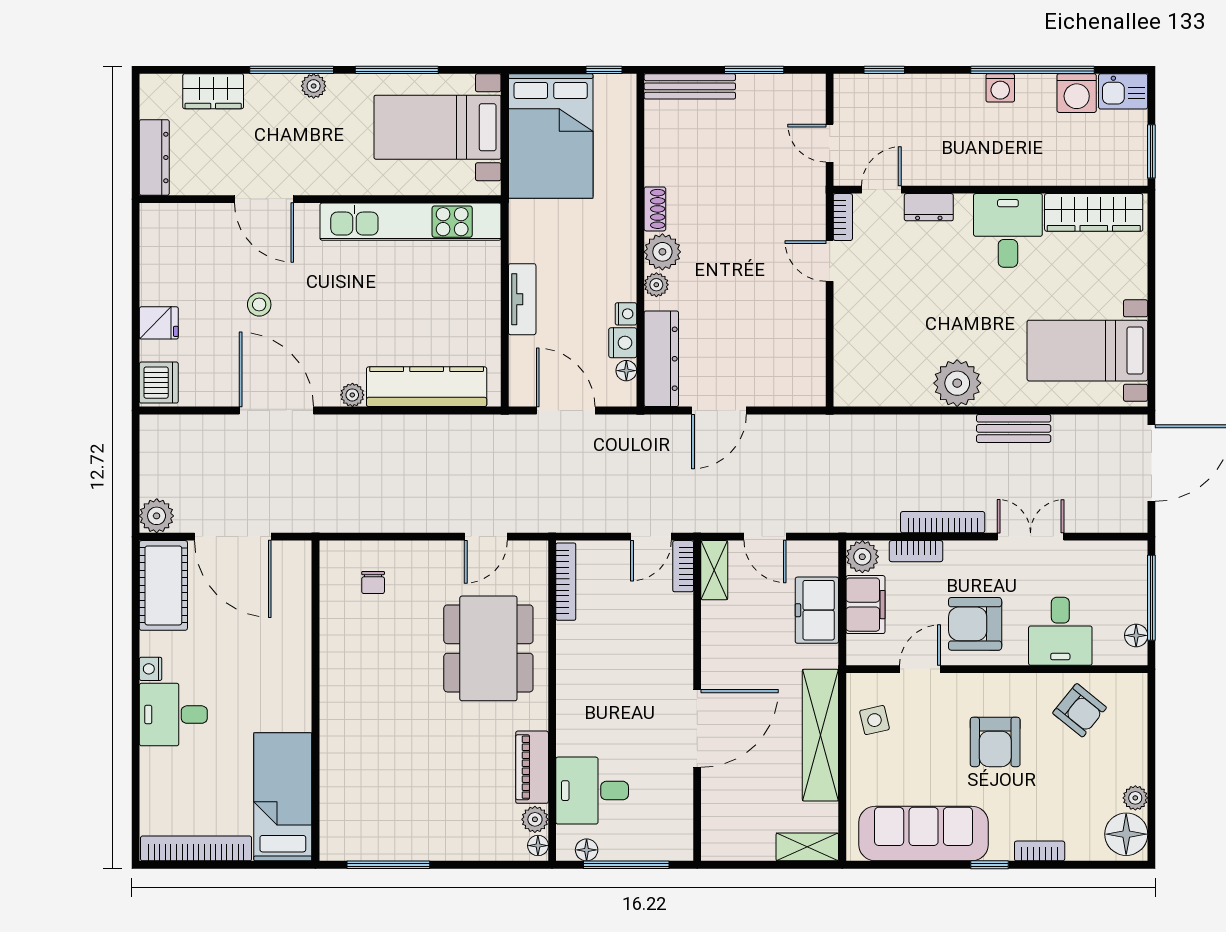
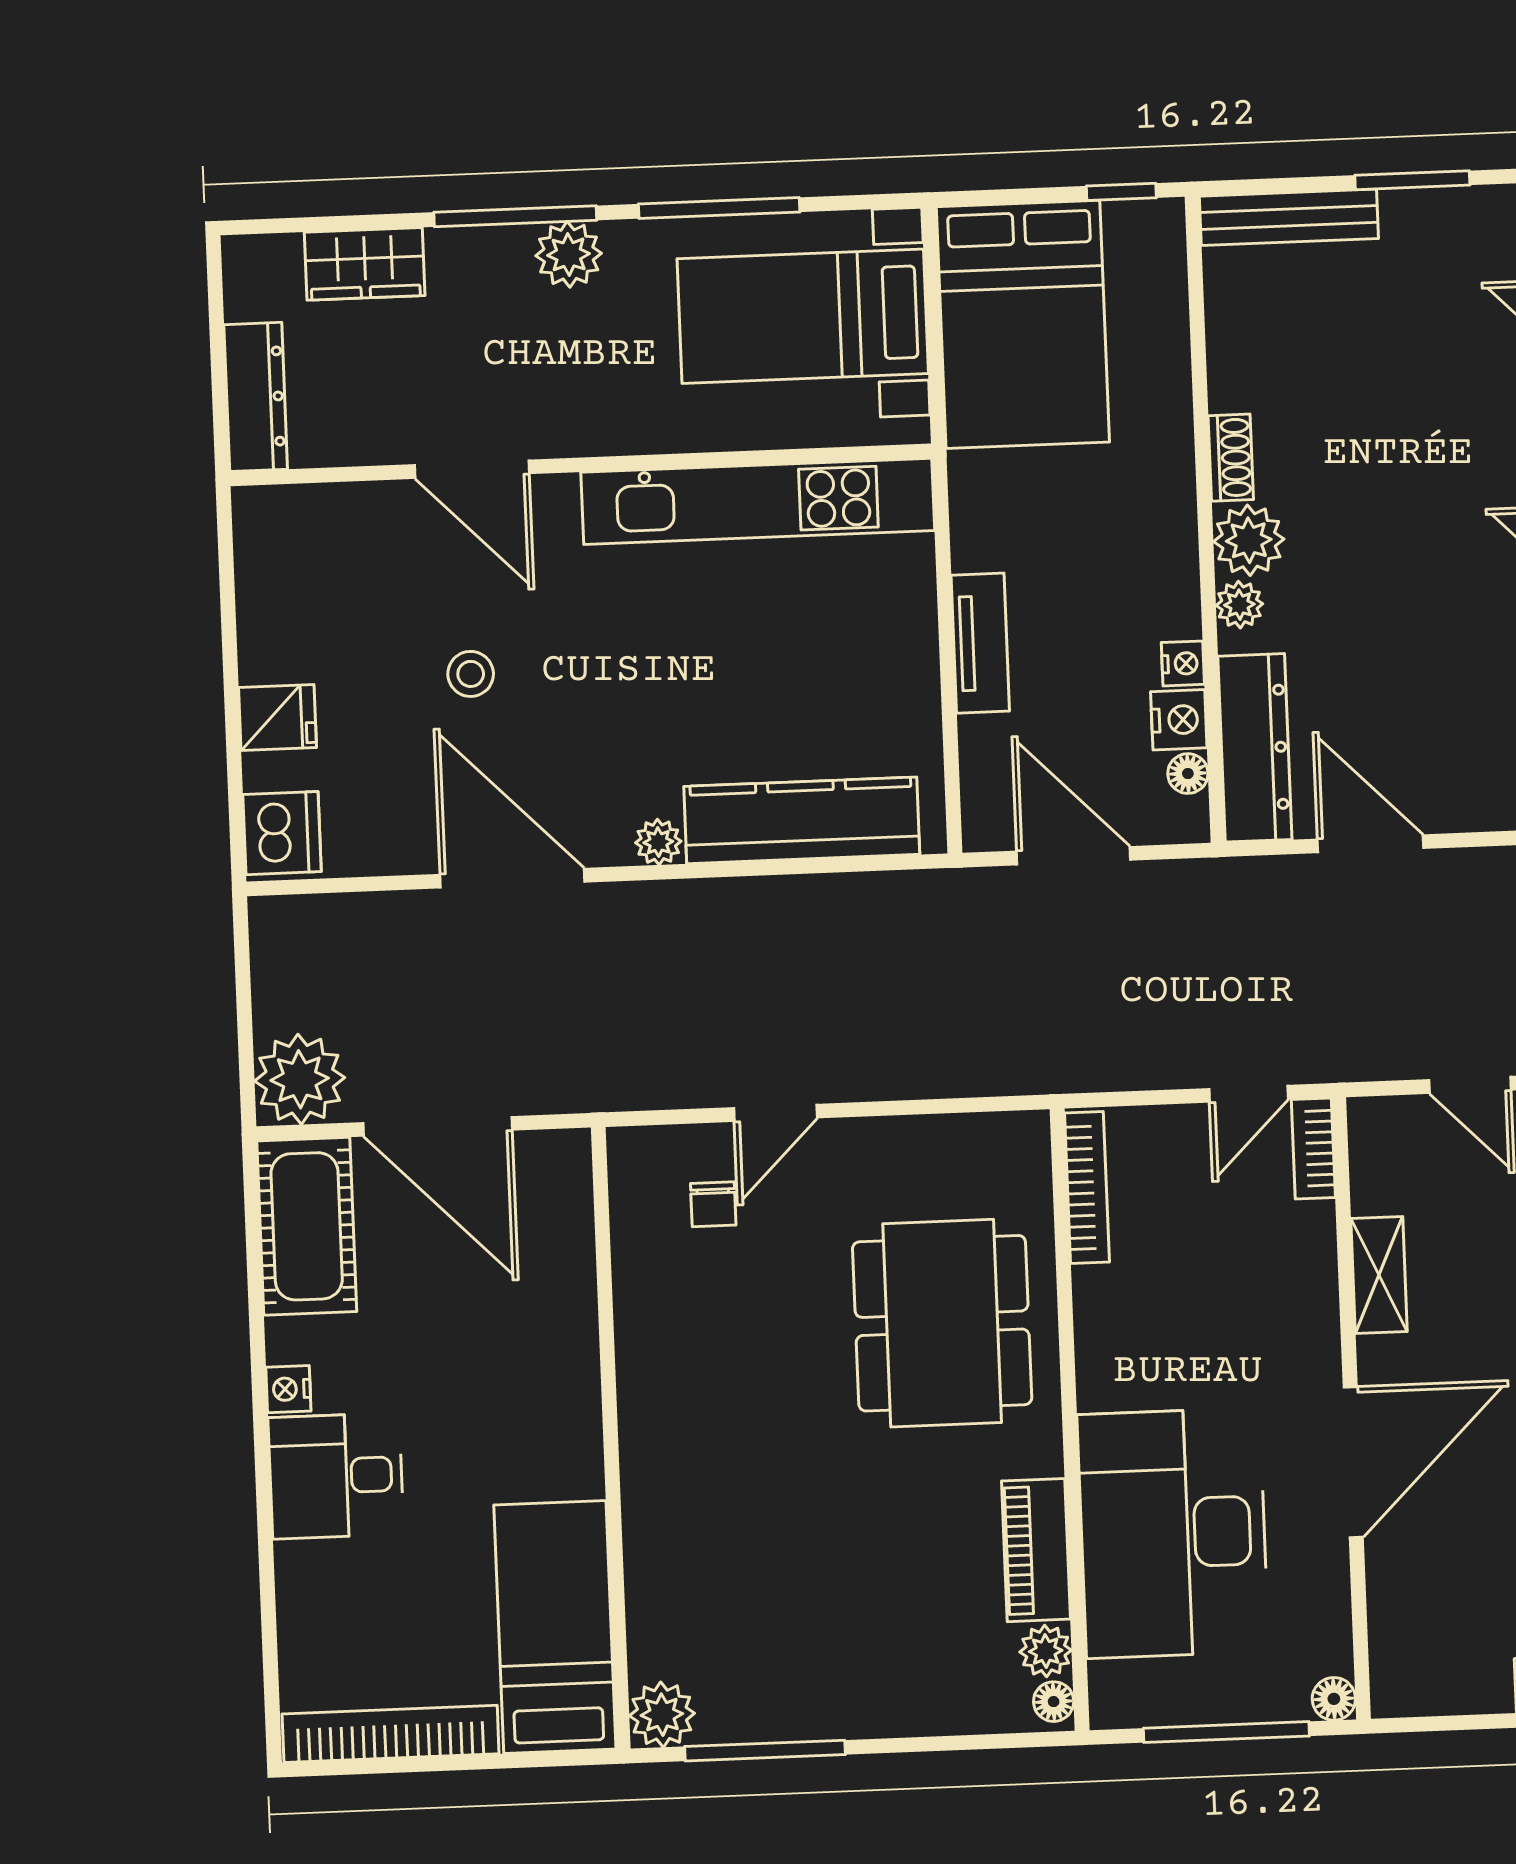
plant: (314, 86) -> (569, 254), width x1.38, depth x1.38
door: (719, 411) -> (1371, 844), swing flipped
plant: (157, 516) -> (300, 1079), width x1.36, depth x1.36
door: (486, 537) -> (775, 1113), moved
shelving: (714, 570) -> (1379, 1275), moved
desk: (592, 791) -> (1173, 1533), width x1.87, depth x1.30
plant: (336, 844) -> (662, 1715), added
floor lamp: (587, 850) -> (1334, 1699), moved

